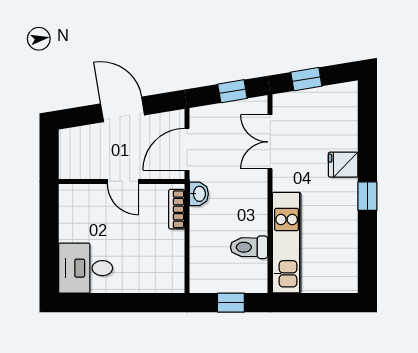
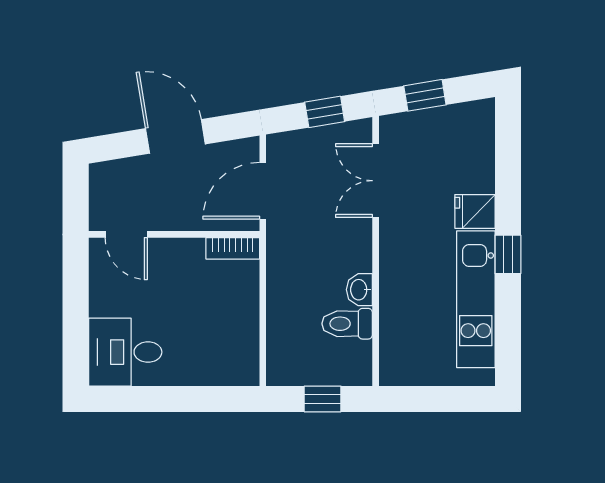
door: (123, 181) -> (126, 234), moved
washbasin: (199, 194) -> (359, 290), moved, turned 180
bookcase: (177, 209) -> (233, 248), moved, turned -90
kitchen unit: (287, 243) -> (476, 299), moved, turned 180

